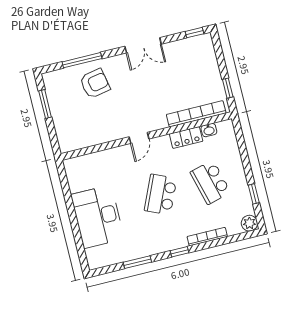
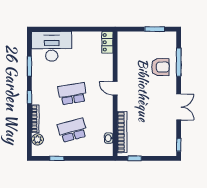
double door: (143, 45) -> (179, 107), swing flipped
armchair: (95, 84) -> (160, 67), turned -79
locker: (186, 138) -> (107, 42), moved
school desk: (161, 195) -> (72, 94), turned -33
desk: (98, 217) -> (52, 46), moved
plant: (249, 223) -> (37, 139), moved

